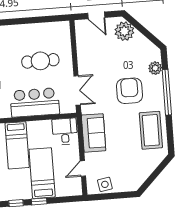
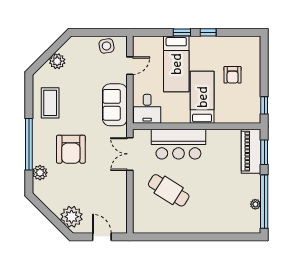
cafe table: (40, 61) -> (169, 190), turned 33
coffee table: (151, 130) -> (50, 103), width x0.73, depth x0.76
plant: (147, 168) -> (57, 61), added

